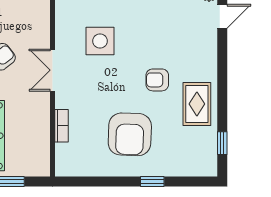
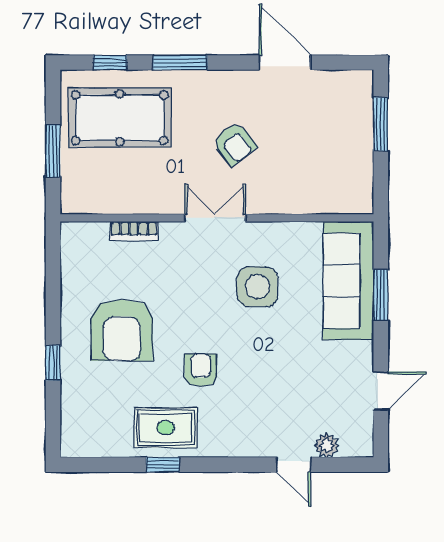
armchair: (130, 134) -> (122, 330), turned -92
window: (222, 143) -> (163, 465), moved

